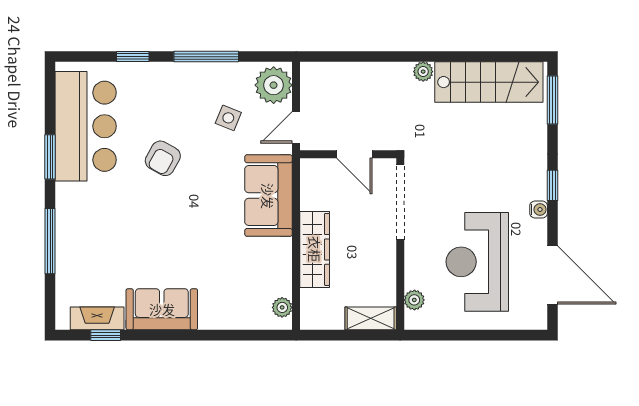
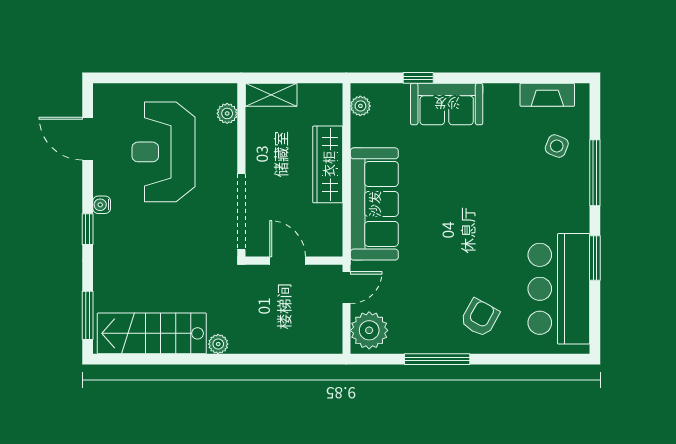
window: (133, 57) -> (511, 359), removed
side table: (228, 118) -> (557, 146), moved
armchair: (163, 158) -> (480, 318), moved
sofa: (268, 196) -> (374, 204), width x1.36
reception desk: (477, 262) -> (163, 152), turned 180
door: (552, 275) -> (88, 139), width x0.73
sofa: (162, 309) -> (447, 104), moved
window: (106, 335) -> (418, 78), moved

